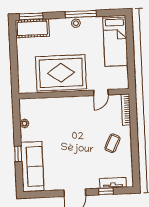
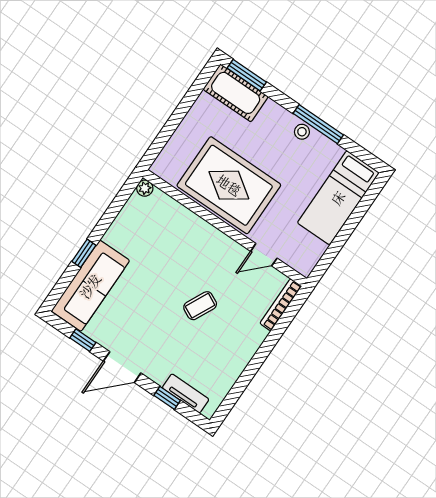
plant: (24, 124) -> (145, 188), moved
coffee table: (112, 143) -> (200, 306), moved
window: (48, 194) -> (83, 340), added

